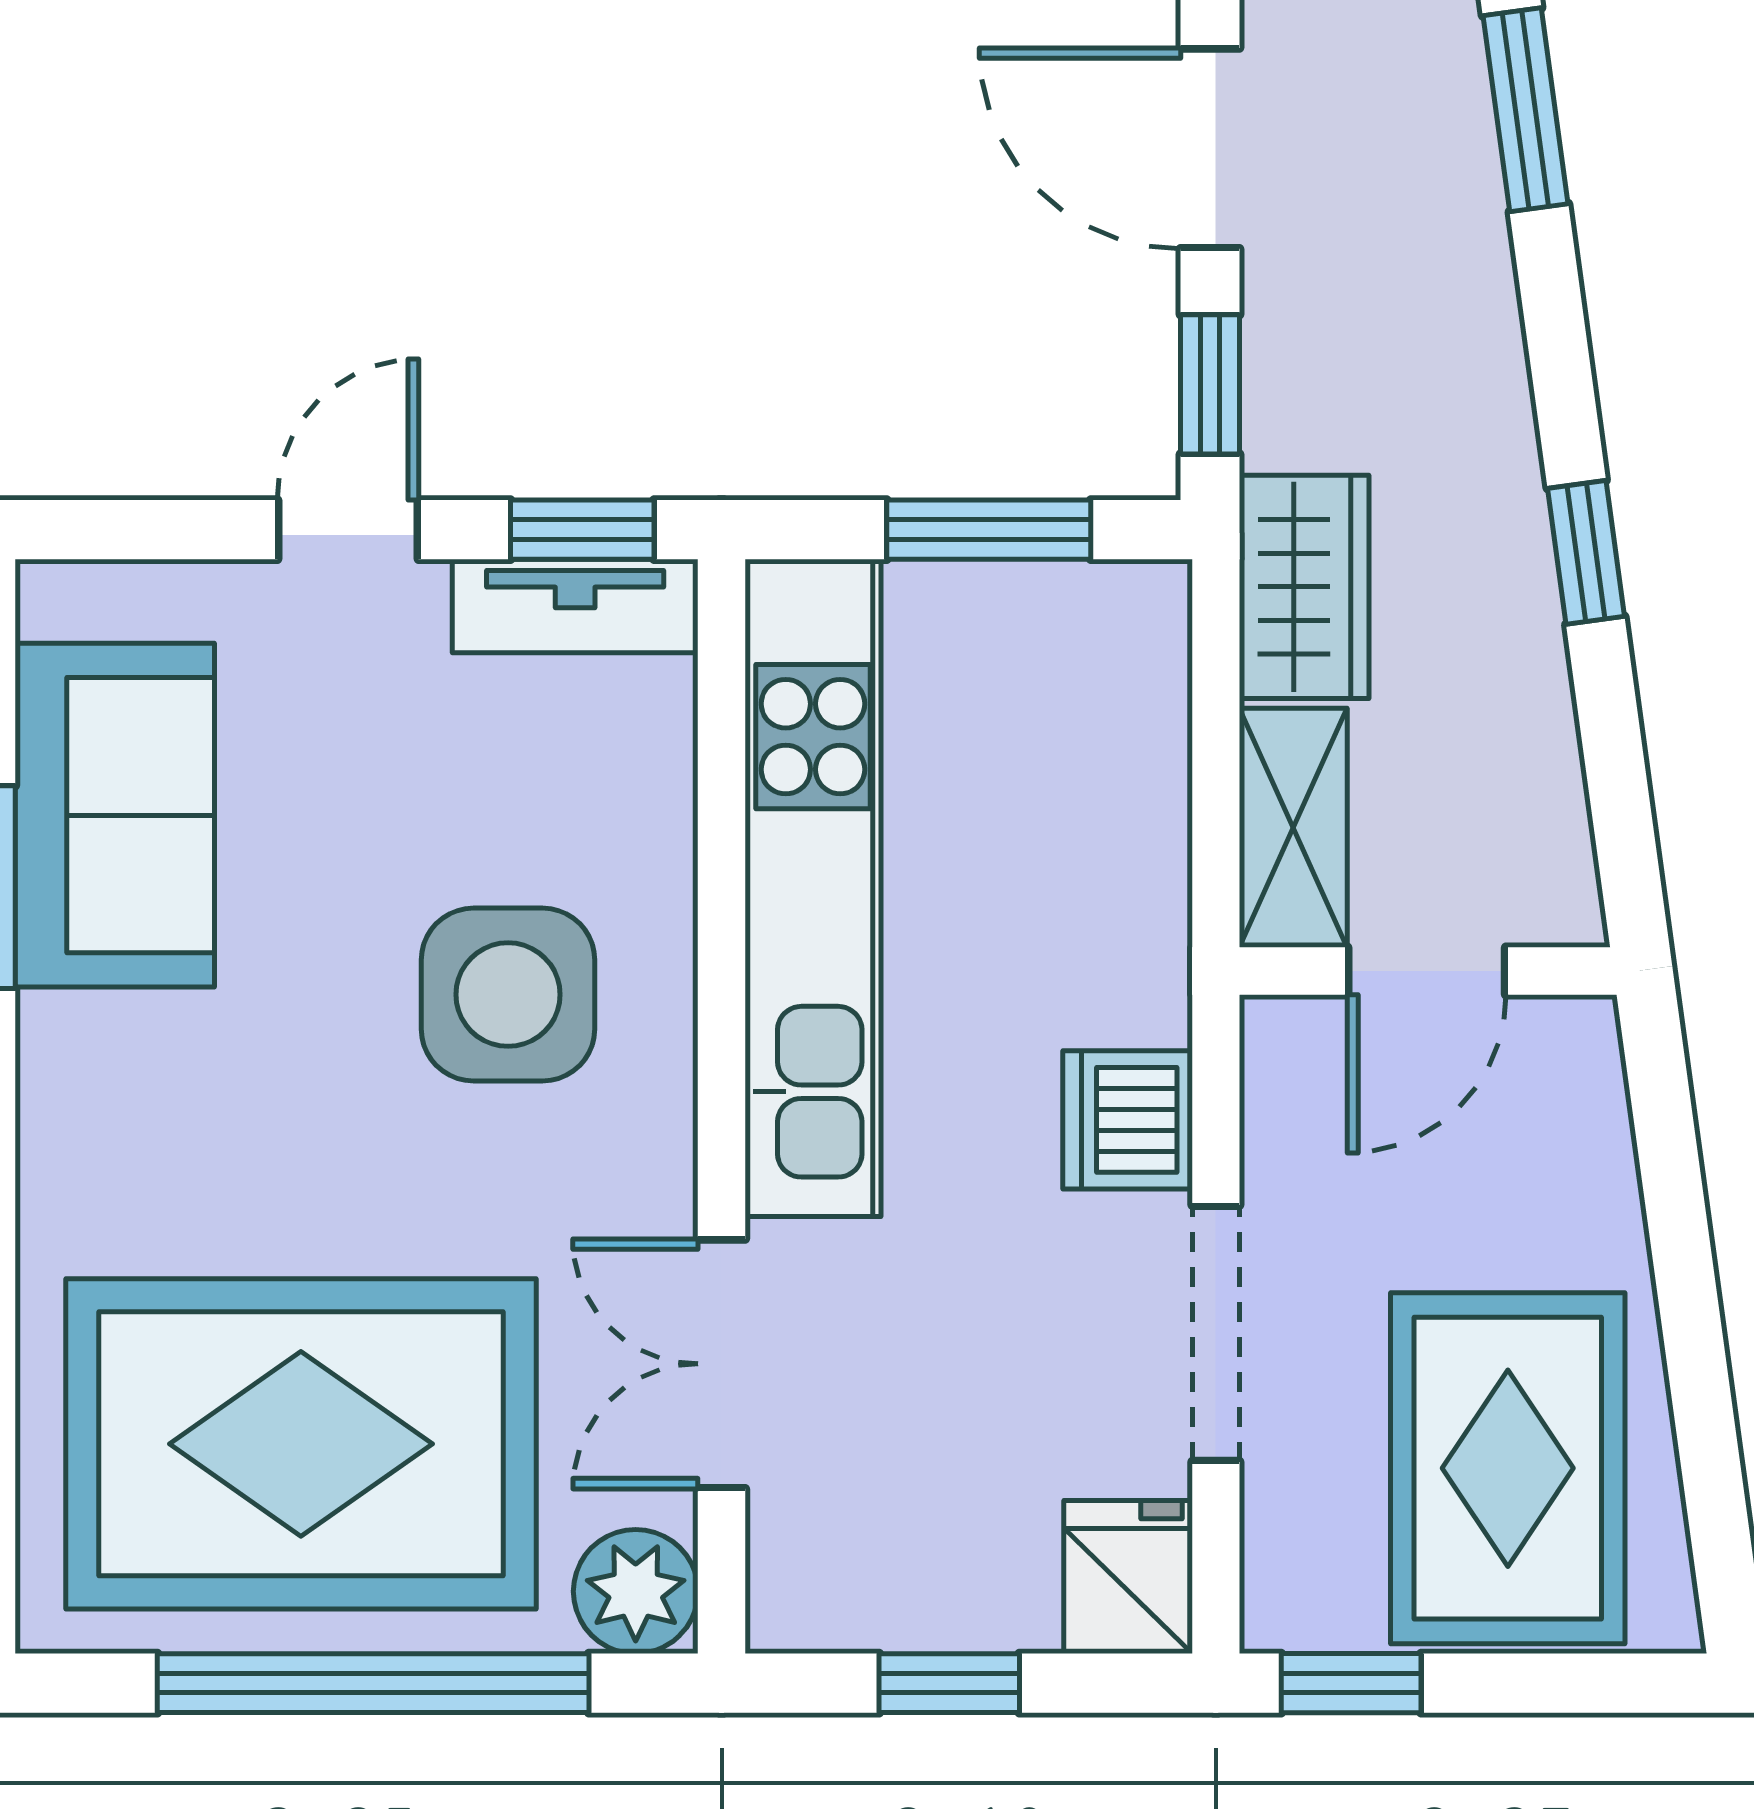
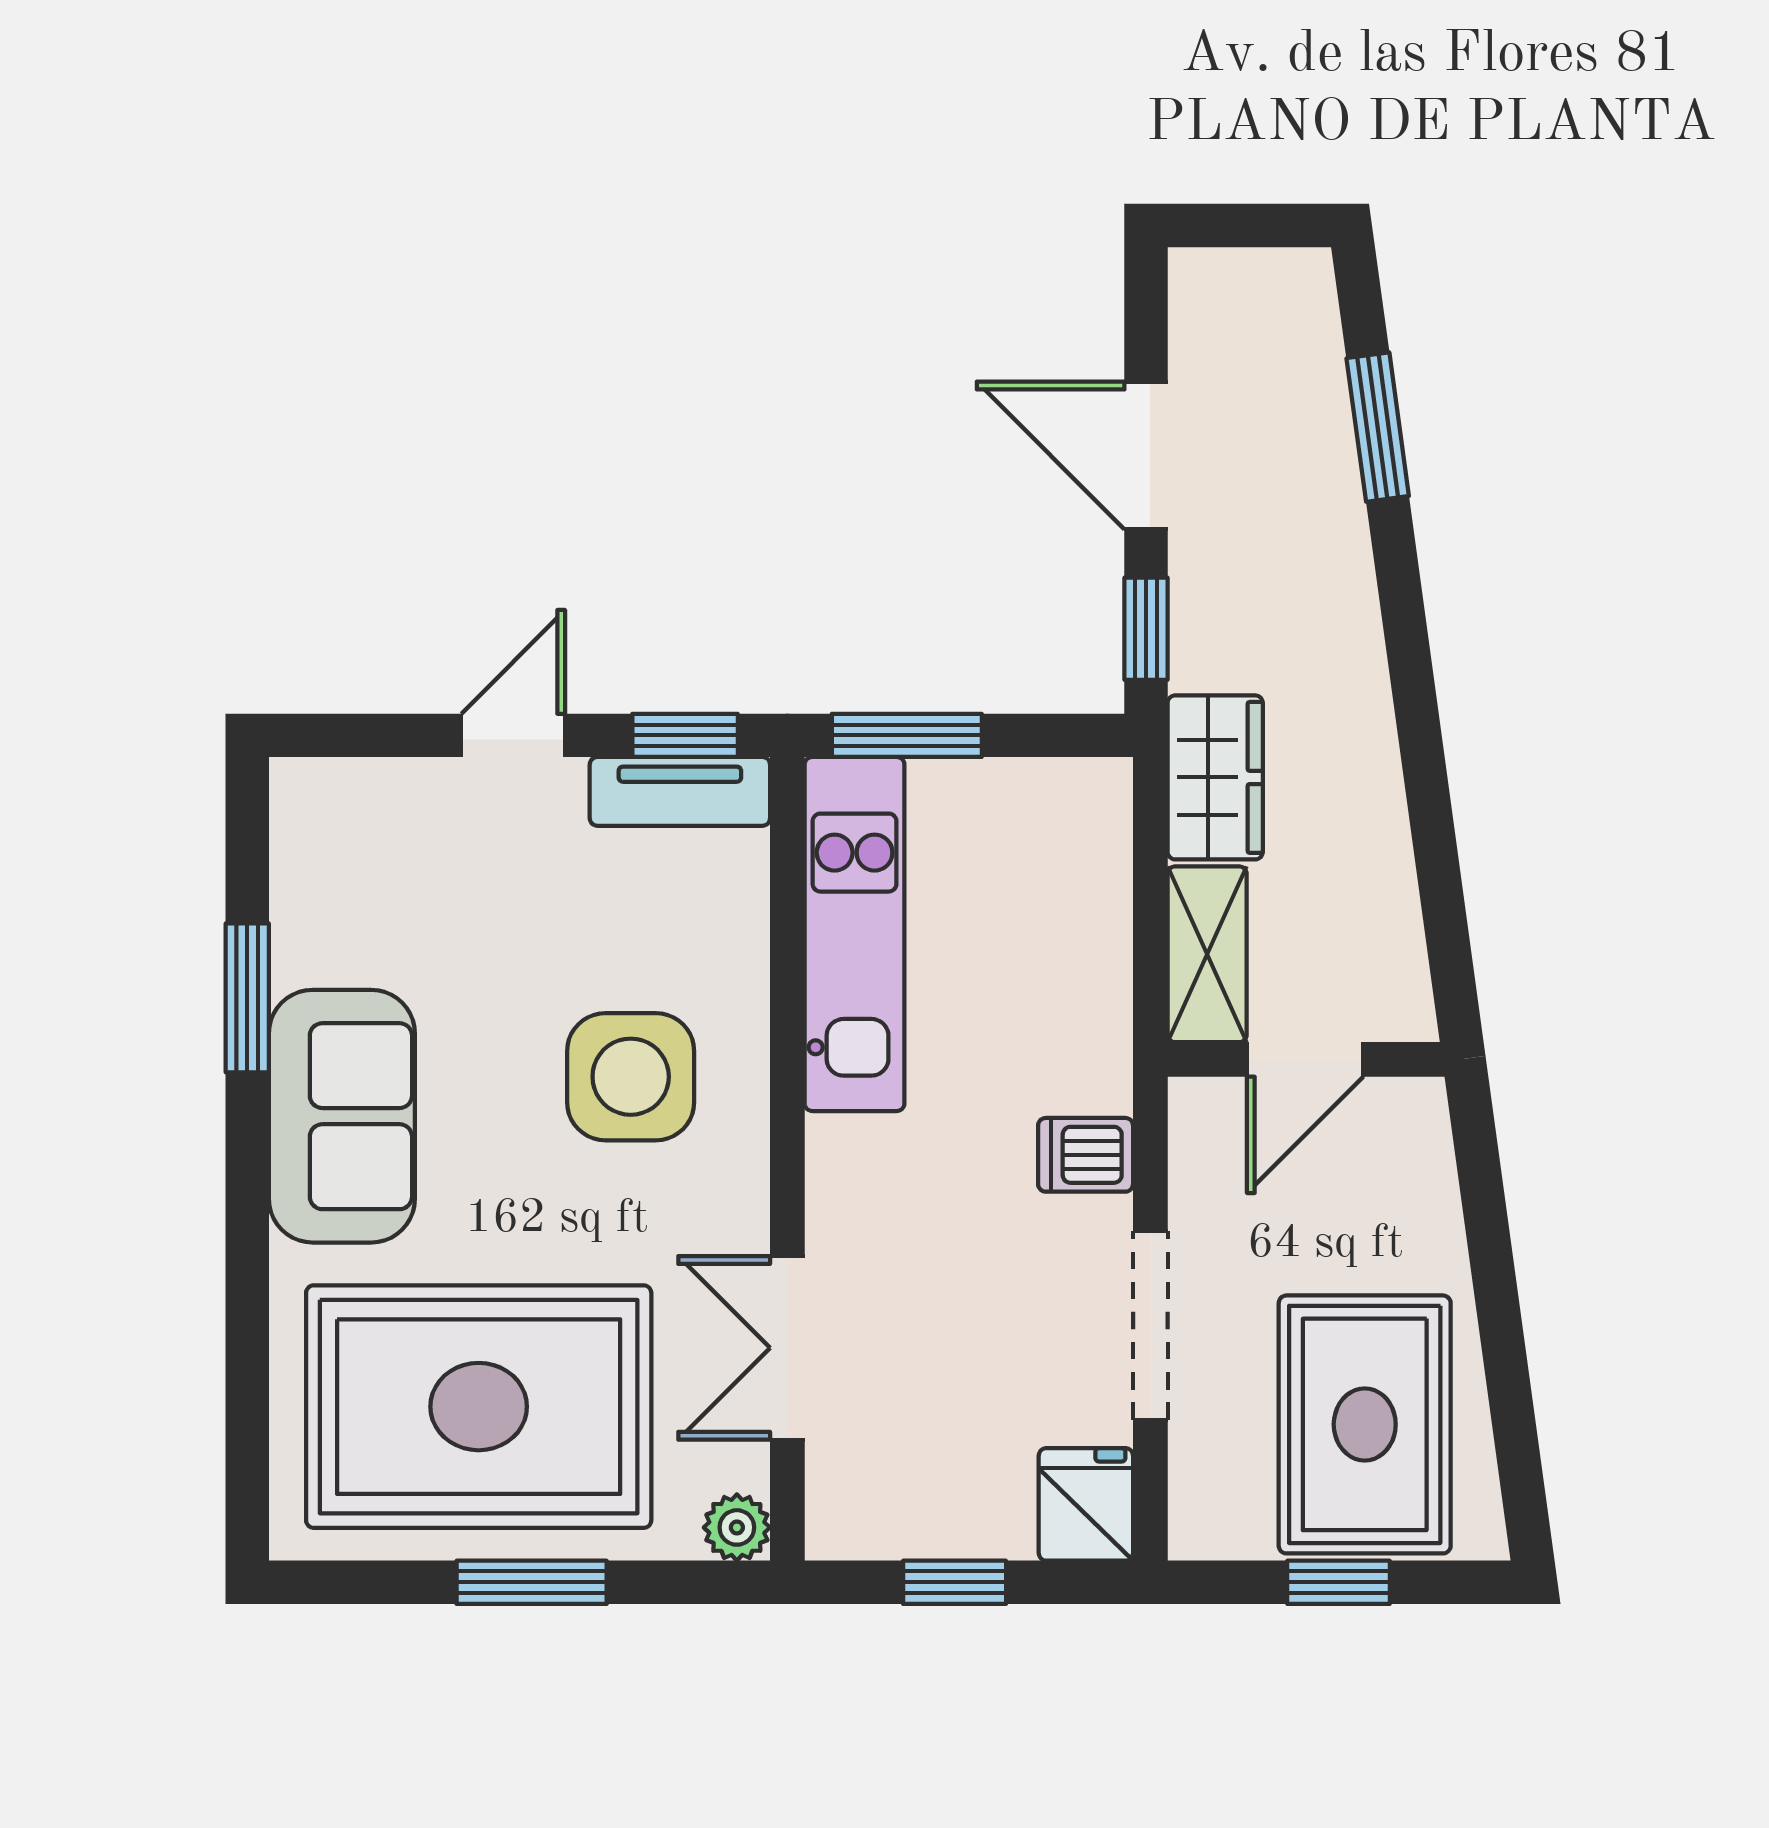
window: (989, 530) -> (907, 735), moved
window: (1586, 552) -> (1422, 752), removed
sofa: (115, 815) -> (342, 1116), moved
kitchen unit: (813, 888) -> (855, 934), width x0.73
dishwasher: (1128, 1120) -> (1086, 1155), width x0.73
plant: (636, 1591) -> (737, 1527), width x0.73, depth x0.73
window: (373, 1683) -> (532, 1582), width x0.47
window: (1351, 1683) -> (1338, 1582), moved

